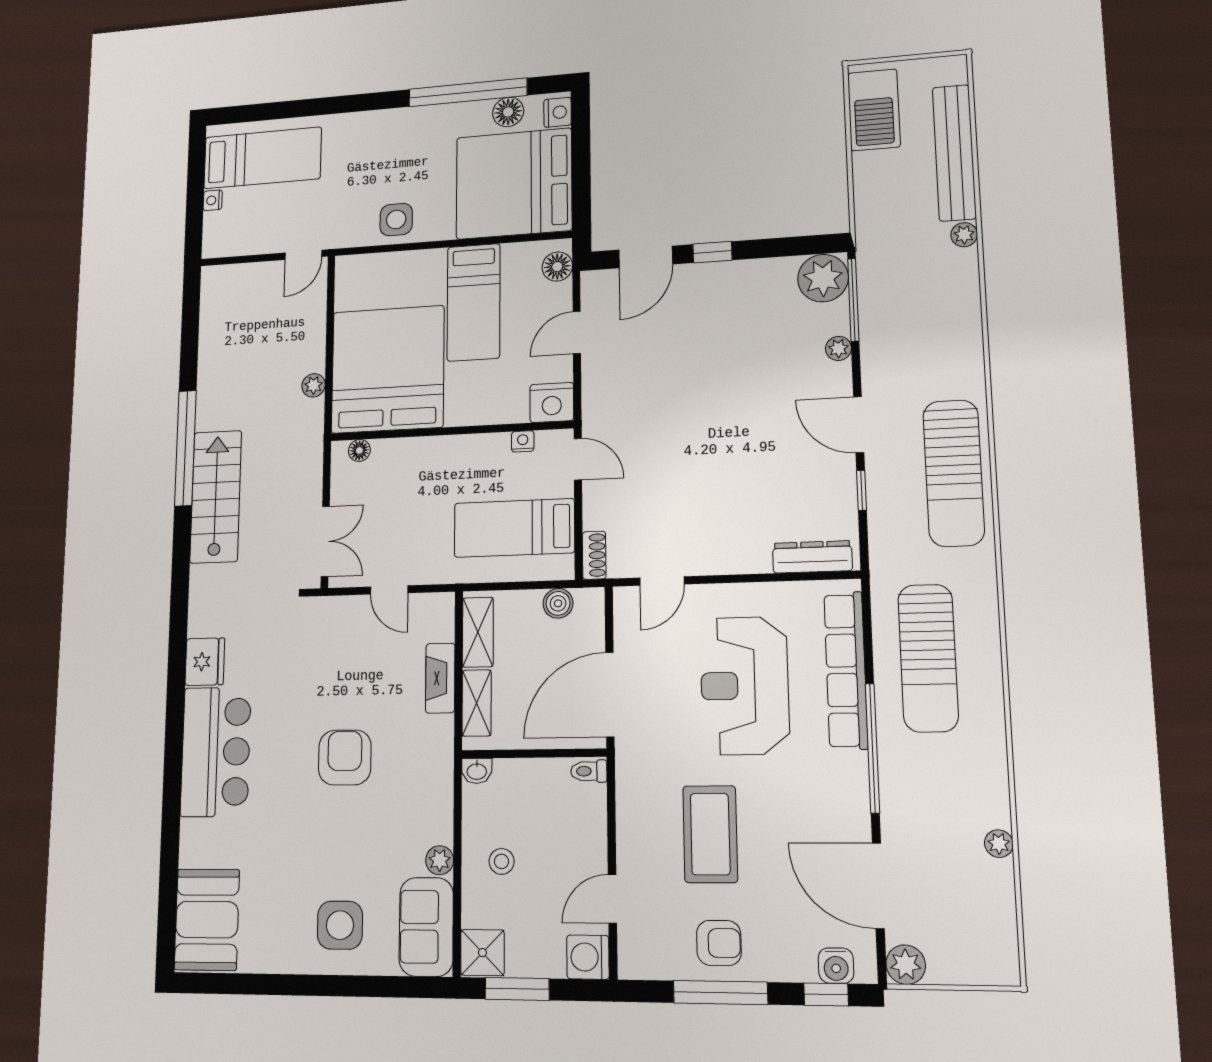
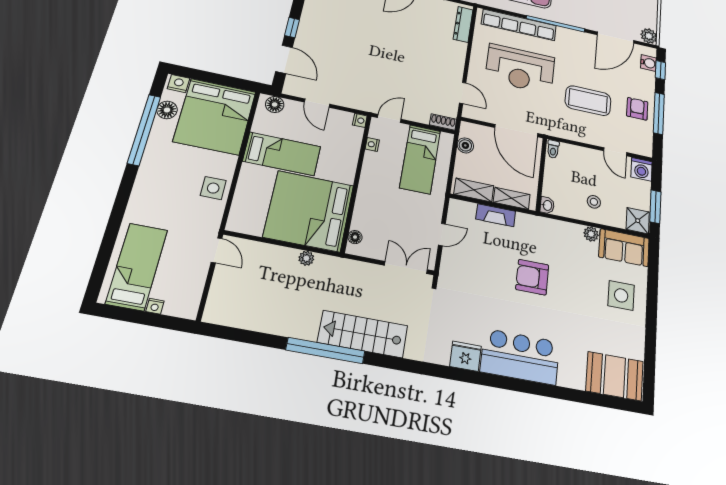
nightstand: (552, 403) -> (360, 120), width x0.53, depth x0.56

